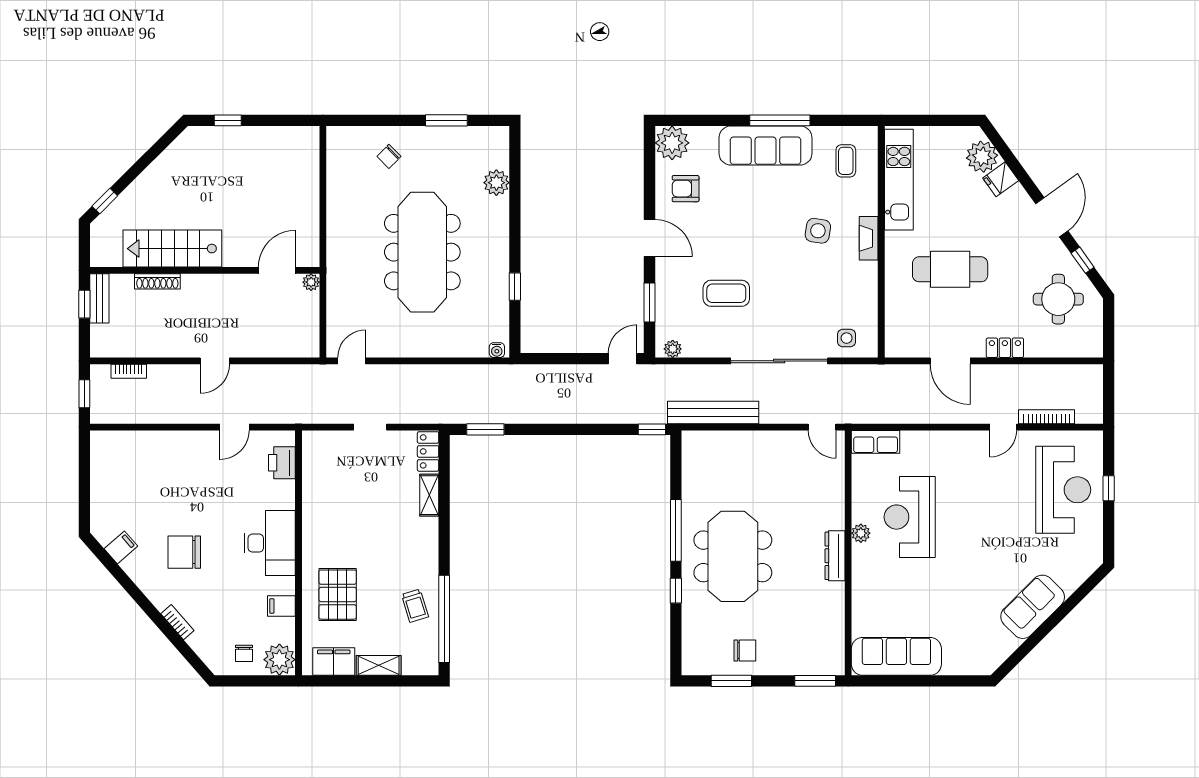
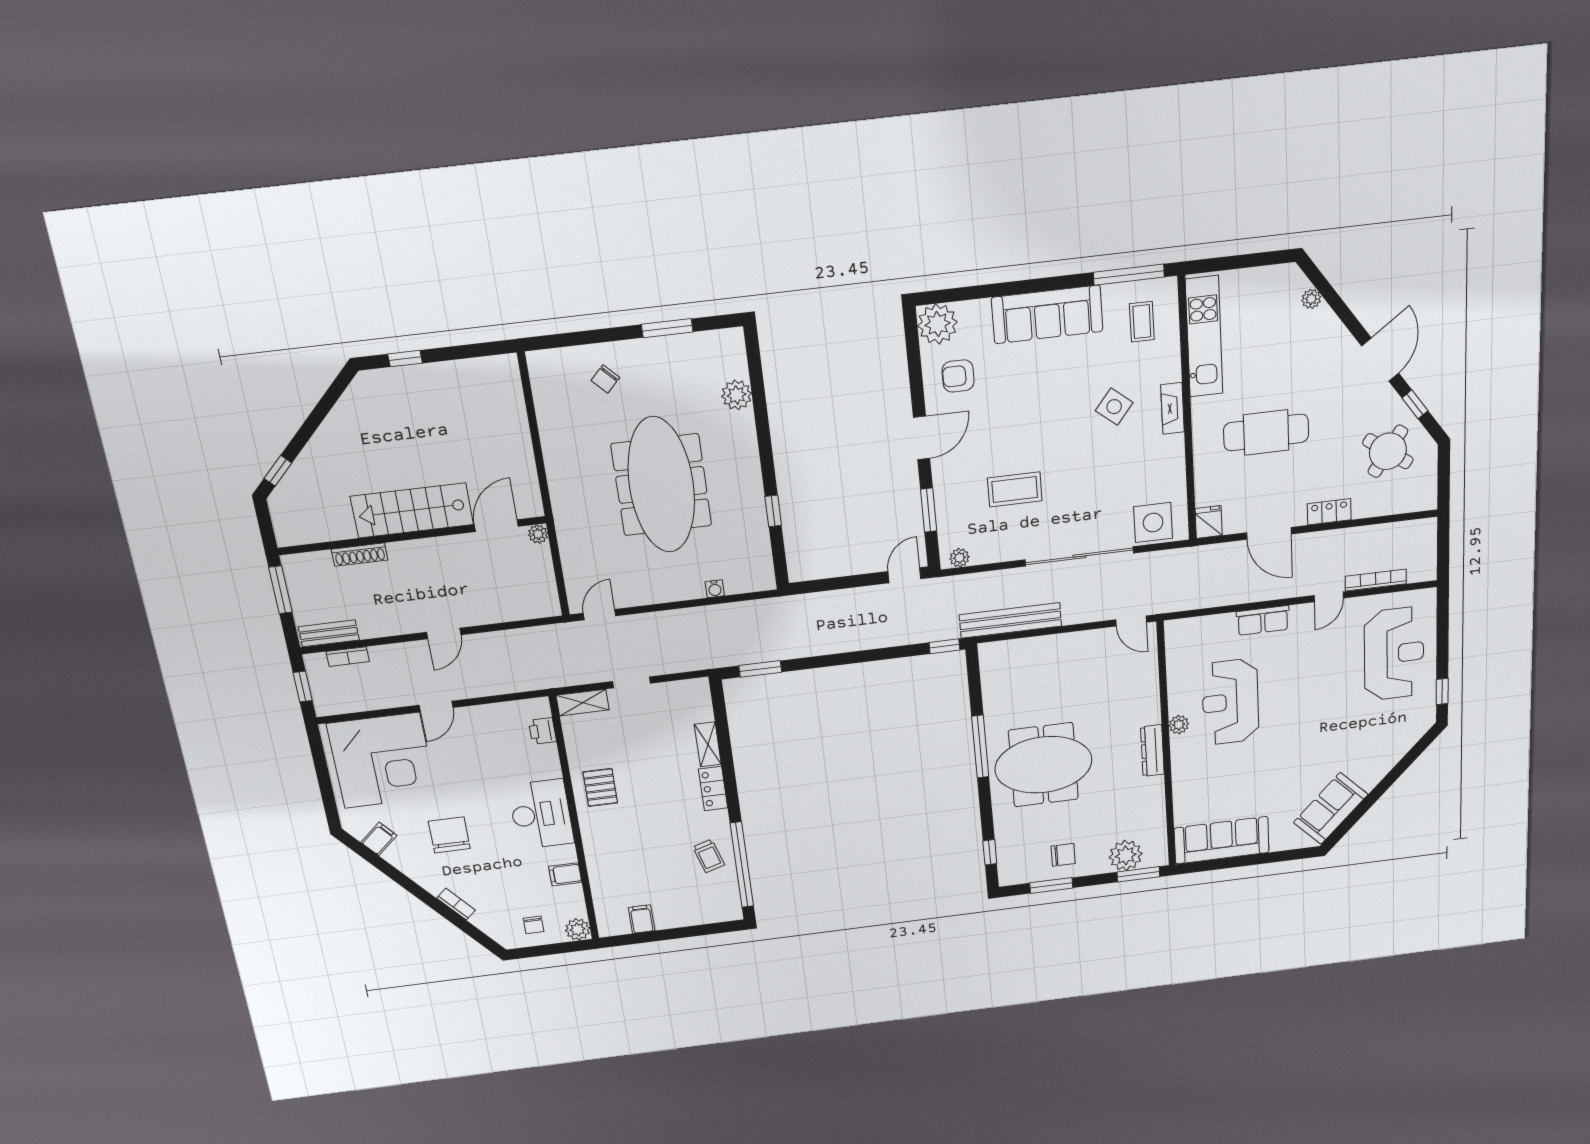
window: (780, 120) -> (1129, 275), moved
plant: (982, 157) -> (1311, 299), width x0.53, depth x0.53
fridge: (1001, 179) -> (1209, 522), moved, turned 126
side table: (818, 231) -> (1114, 407), turned 30
door: (649, 238) -> (922, 438), hinge flipped
stairs: (172, 249) -> (412, 510), moved
bench: (99, 298) -> (329, 633), moved, turned 90
round table: (1058, 299) -> (1388, 451), turned 35
window: (84, 304) -> (280, 590), width x1.50
side table: (847, 338) -> (1153, 522), width x1.87, depth x1.87
water cooler: (497, 350) -> (715, 589), moved
door: (234, 427) -> (436, 706), moved
row of seats: (876, 442) -> (1263, 620), moved
locker: (428, 451) -> (713, 789), moved
printer: (282, 463) -> (542, 731), width x0.73, depth x0.81
corner desk: (139, 472) -> (382, 760), added
window: (1109, 488) -> (1442, 692), moved
chair: (184, 552) -> (449, 835), turned 90
meeting table: (733, 556) -> (1043, 765), turned 90
window: (676, 591) -> (990, 852), moved
pallet: (338, 595) -> (600, 787), moved, width x0.67, depth x0.71
sofa: (1033, 607) -> (1331, 808), moved
plant: (804, 659) -> (1126, 855), added
plant: (279, 660) -> (578, 929), width x0.73, depth x0.73
filing cabinet: (334, 662) -> (642, 919), width x0.50
shelving: (379, 665) -> (583, 703), moved

